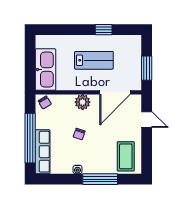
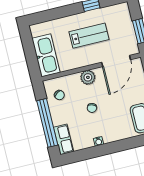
chair: (45, 102) -> (59, 95), moved
row of seats: (43, 152) -> (64, 139), width x0.68
window: (100, 179) -> (122, 145), removed

